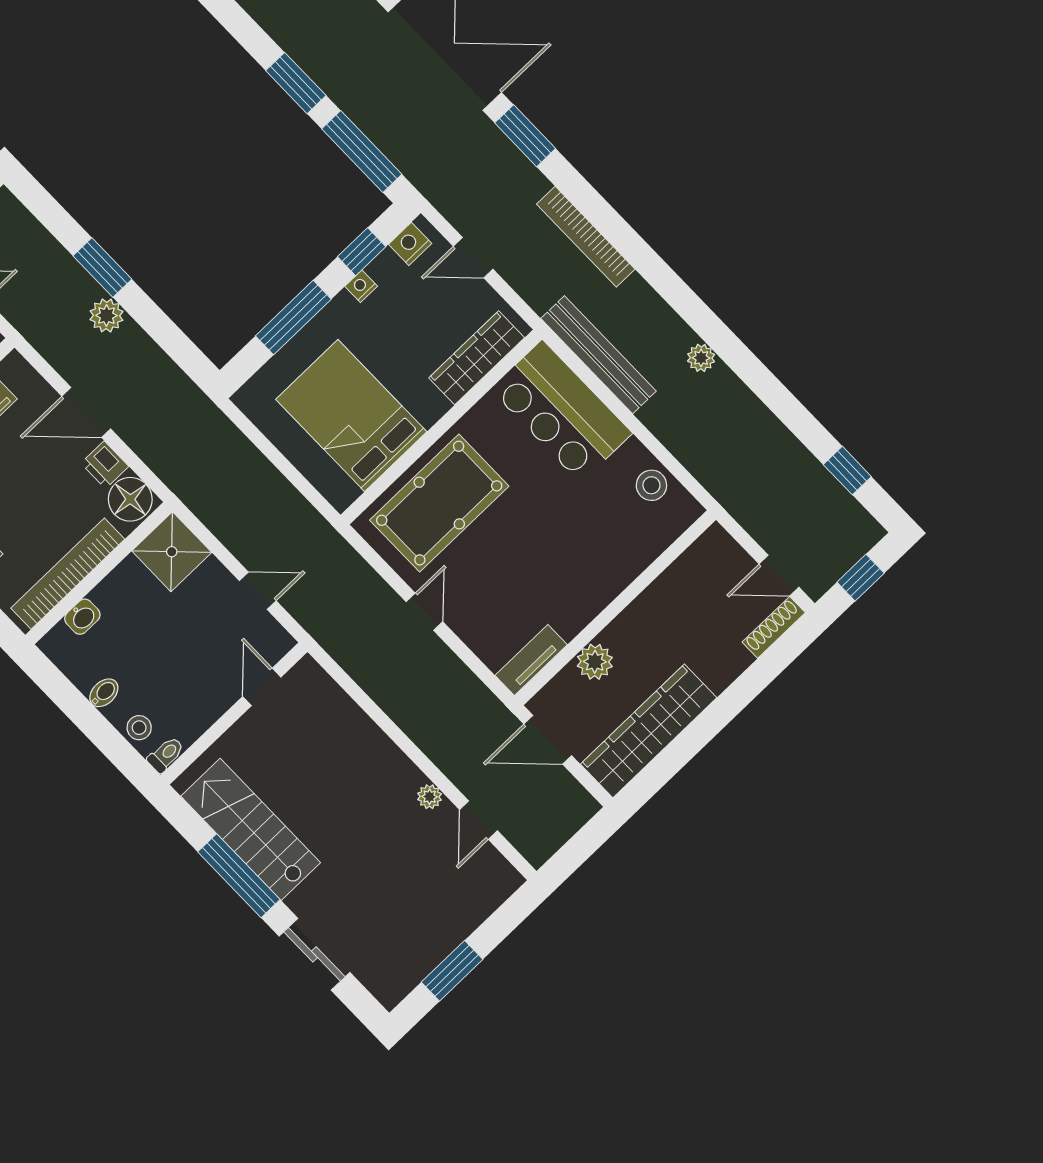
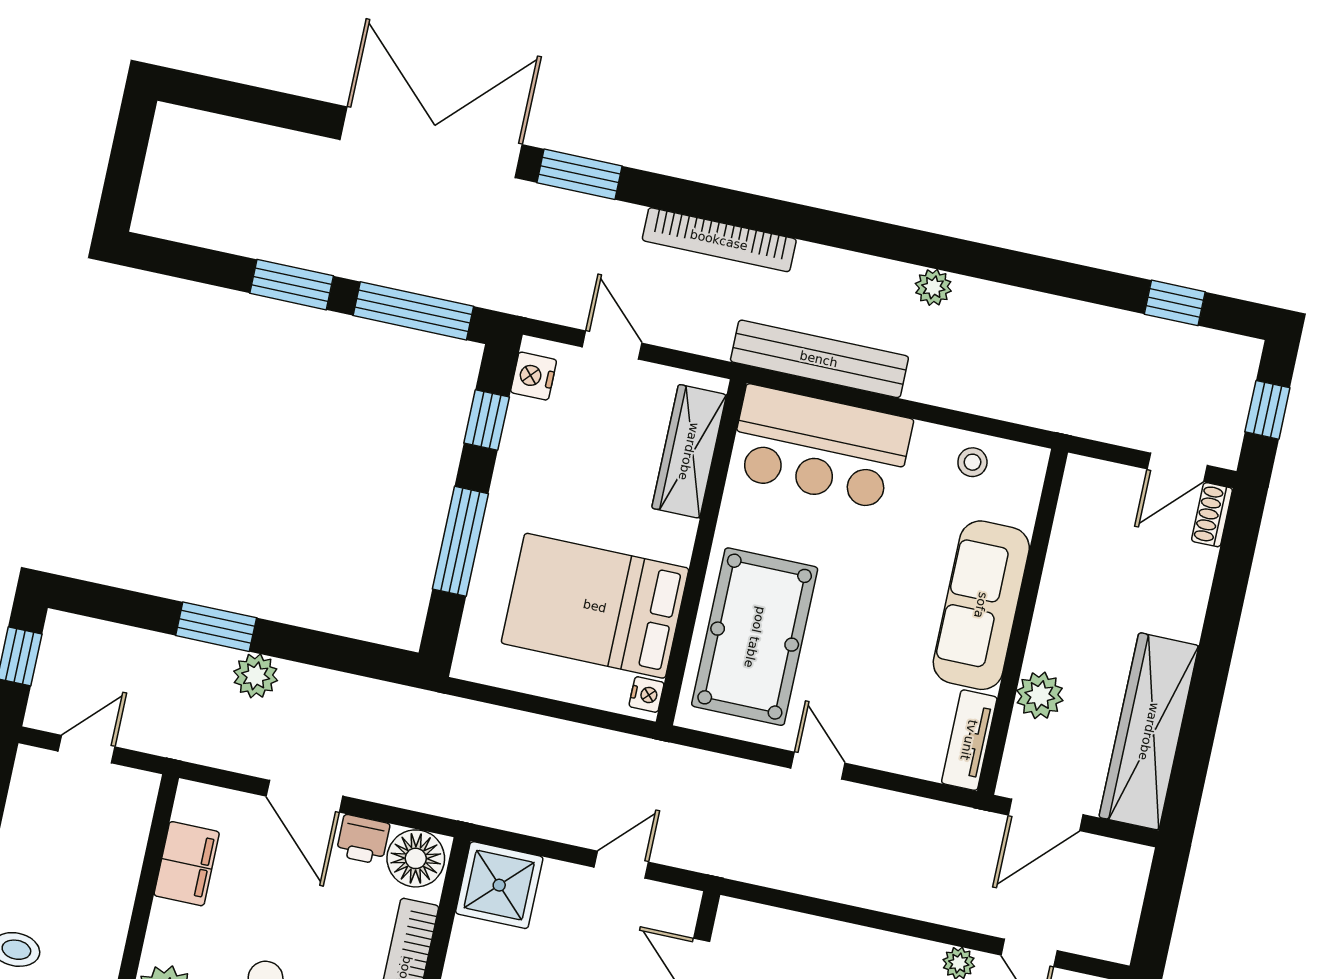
door: (473, 258) -> (612, 345), swing flipped
nightstand: (361, 286) -> (647, 694), moved, turned 180
door: (86, 412) -> (304, 796), hinge flipped
stool: (651, 485) -> (972, 462), width x0.73, depth x0.73
sofa: (596, 580) -> (981, 605), added
shoe rack: (774, 627) -> (1212, 515), width x0.70

